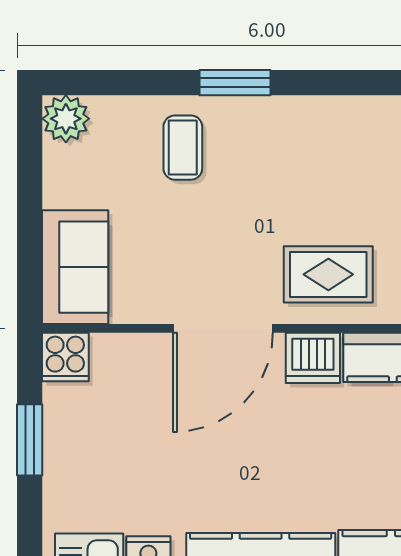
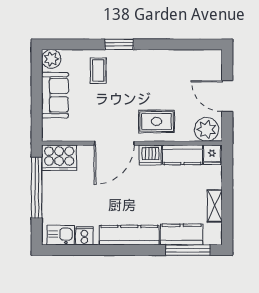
sofa: (75, 267) -> (55, 95), moved
cooker: (65, 357) -> (59, 158), width x1.87, depth x1.31
window: (30, 440) -> (37, 188), width x2.11

